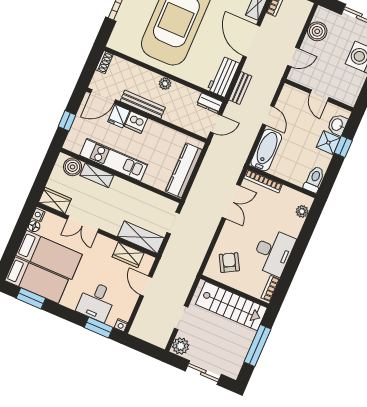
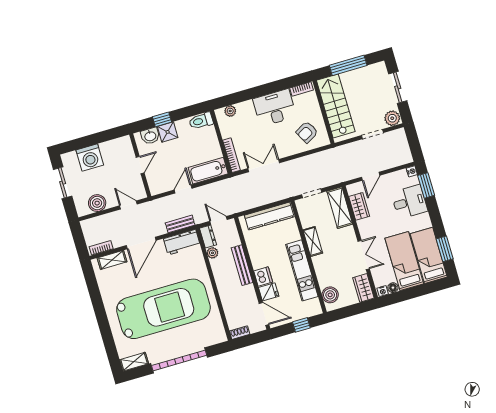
plant: (165, 84) -> (212, 253), moved
bench: (143, 104) -> (242, 265), moved
shelving: (97, 175) -> (313, 241), moved

